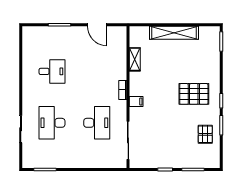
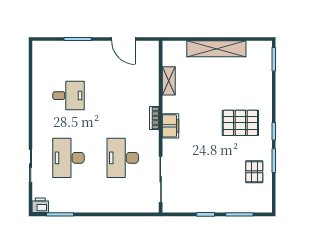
filing cabinet: (136, 102) -> (171, 126), width x2.00
desk: (97, 123) -> (123, 158), turned 180
printer: (29, 162) -> (40, 205), added

